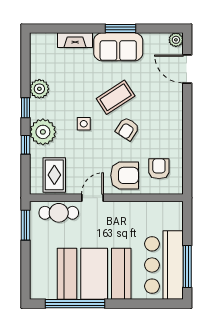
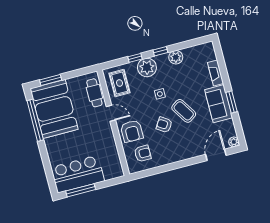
rug: (54, 175) -> (120, 83), turned 90
window: (25, 225) -> (51, 80), moved
booth: (94, 274) -> (54, 109), moved

